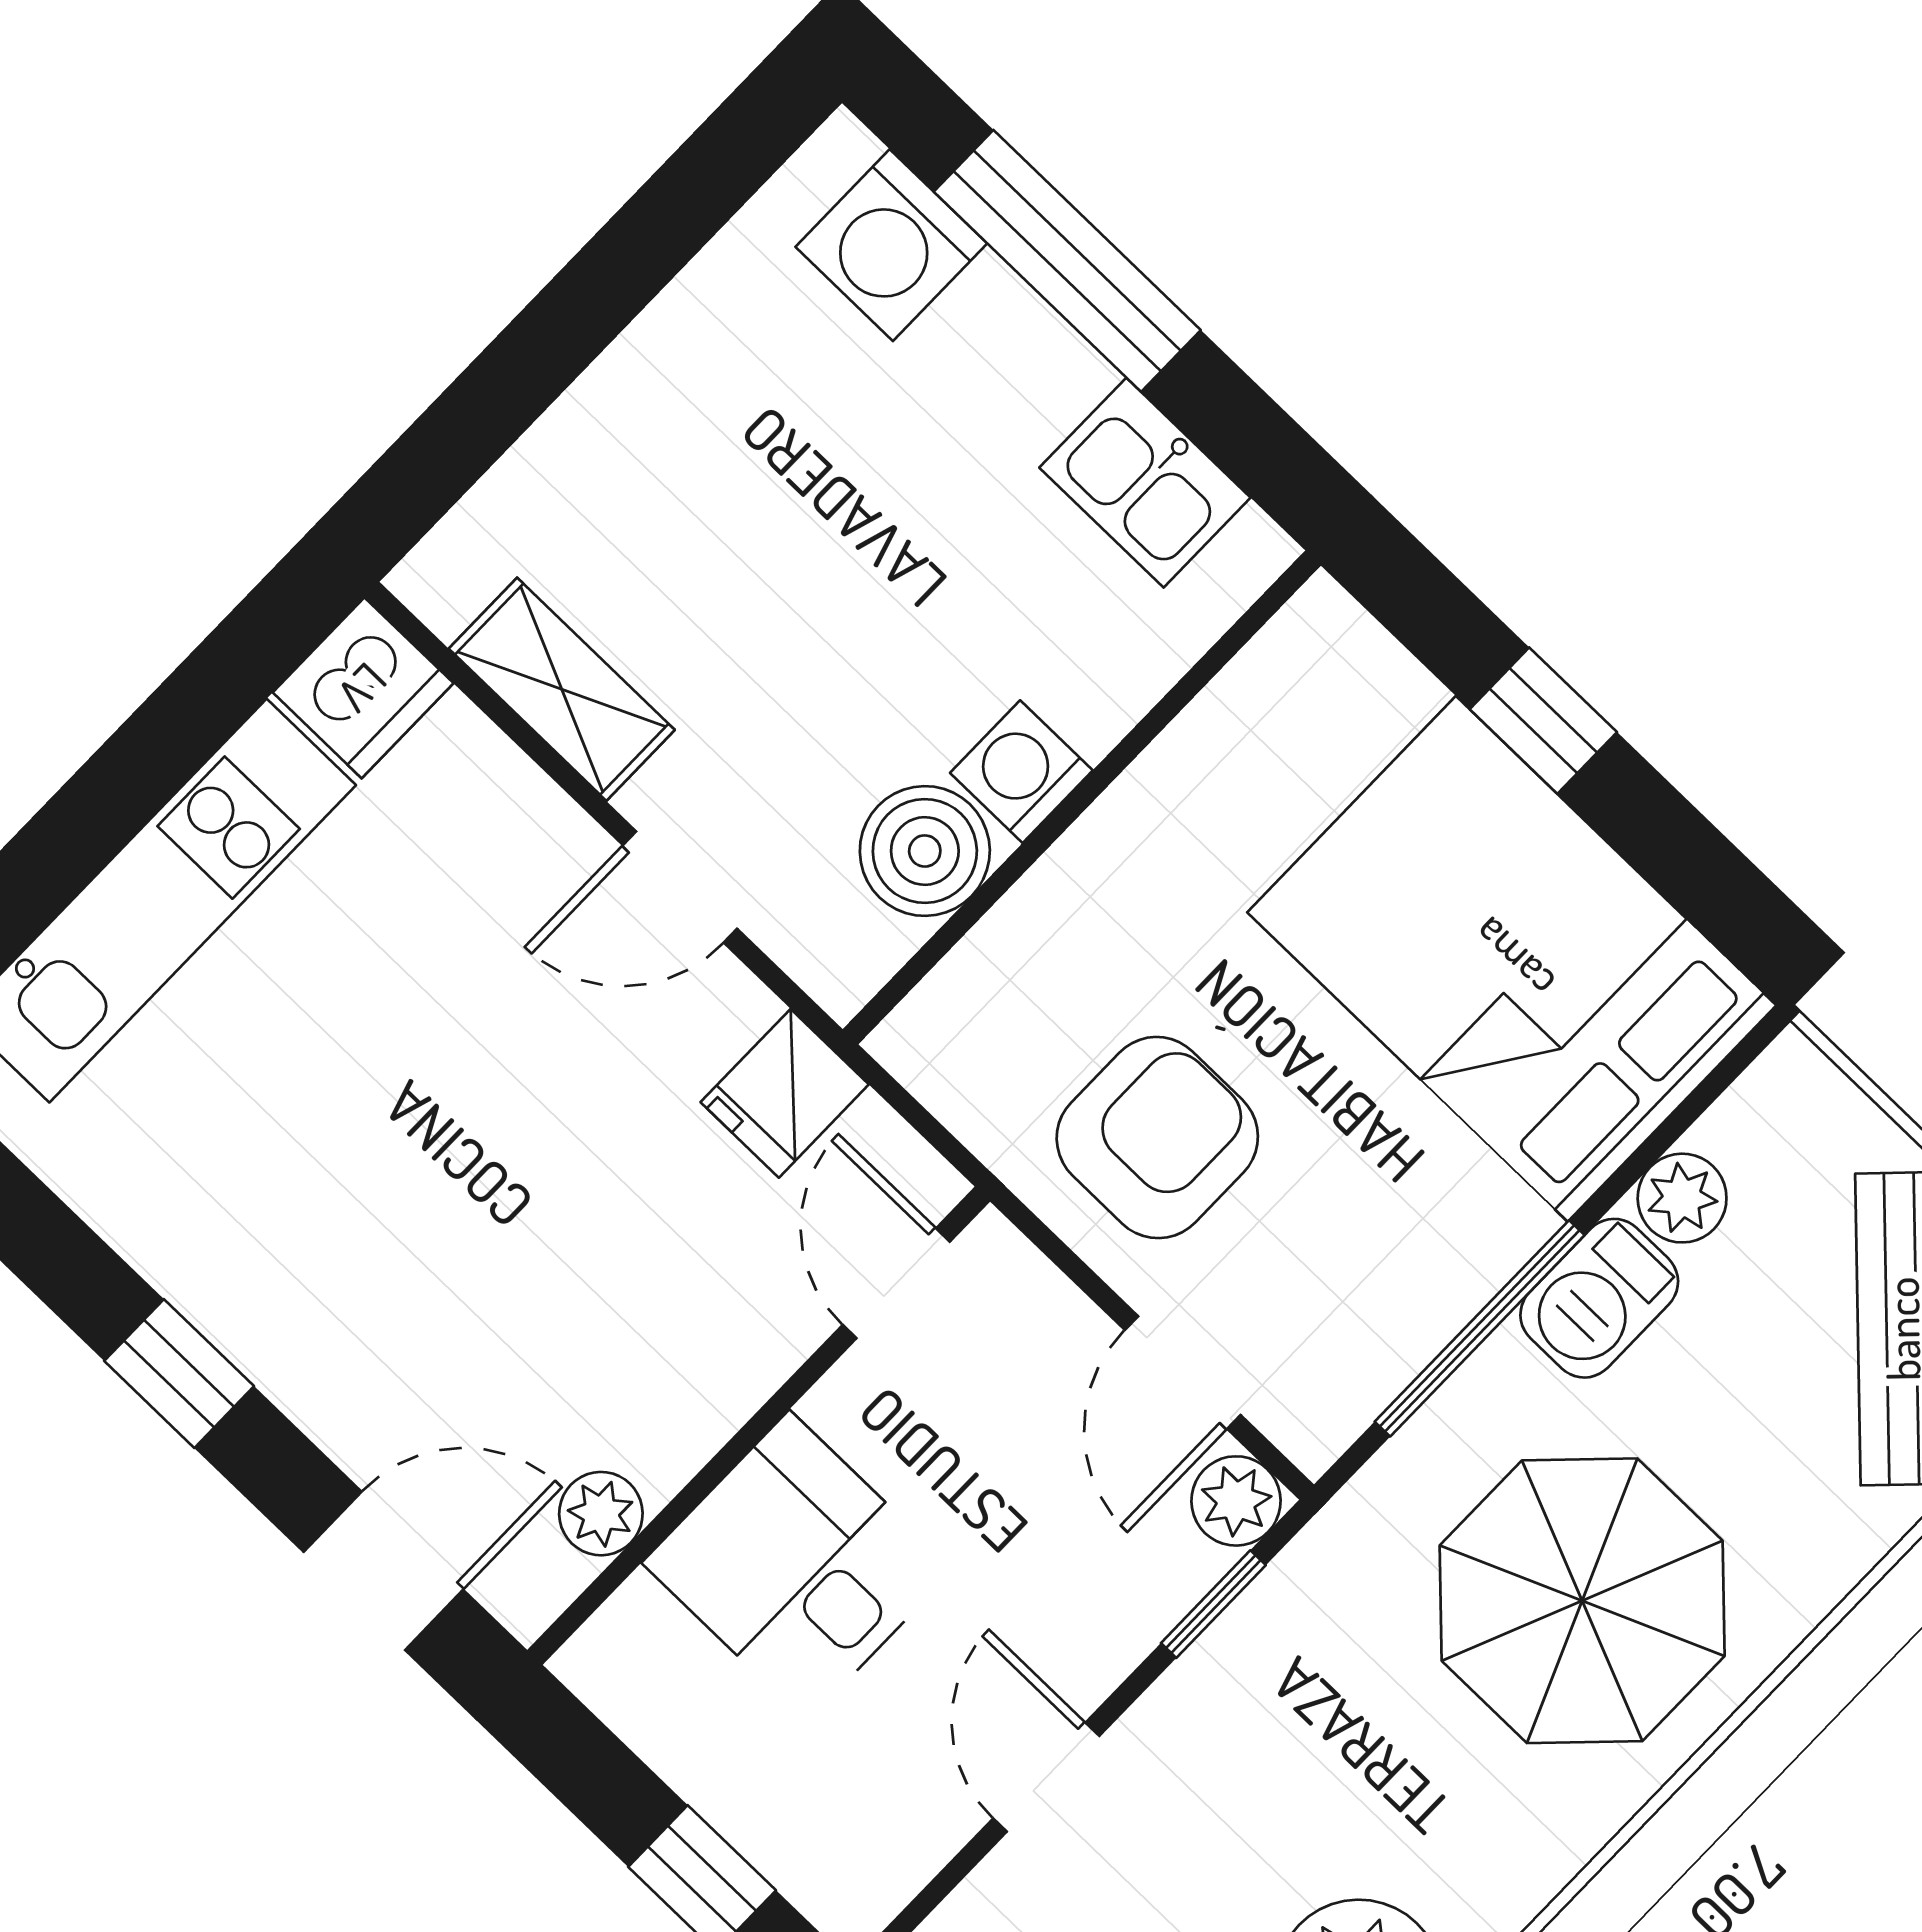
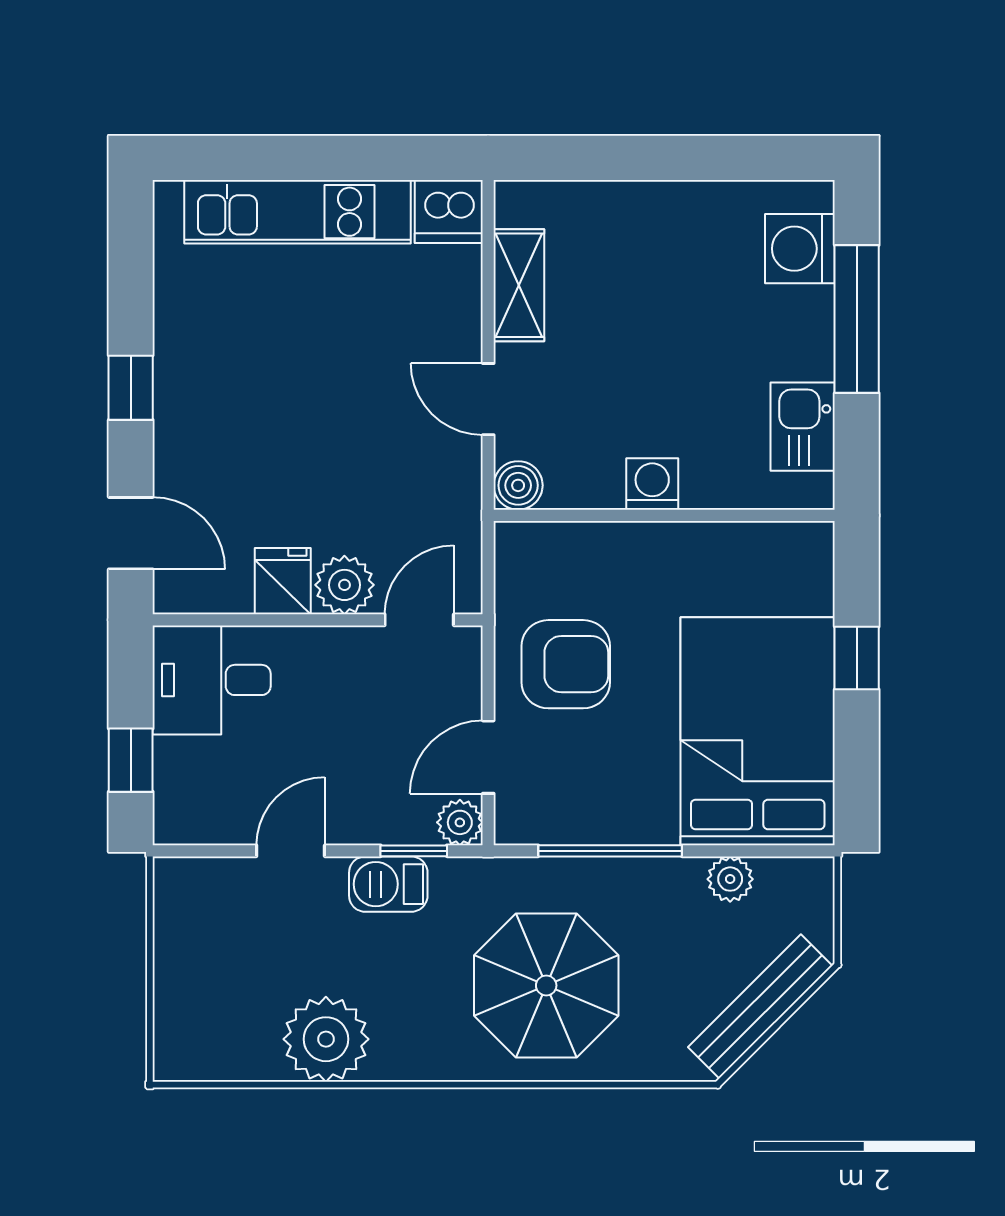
boiler: (925, 851) -> (518, 485), moved, width x0.73, depth x0.73
fridge: (785, 1093) -> (283, 581), moved, turned 90
barbecue: (1599, 1298) -> (388, 884), moved
plant: (601, 1514) -> (344, 585), moved, width x1.38, depth x1.38
desk: (798, 1566) -> (212, 680), moved, turned -90

